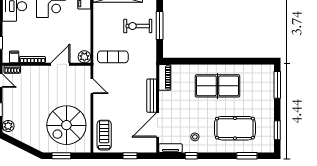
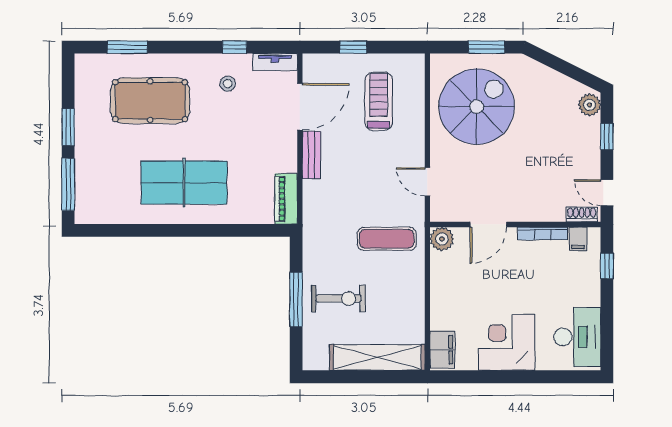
bench: (152, 96) -> (311, 155), width x0.73
window: (277, 130) -> (68, 127), moved
treadmill: (104, 135) -> (379, 101), moved, turned 180

